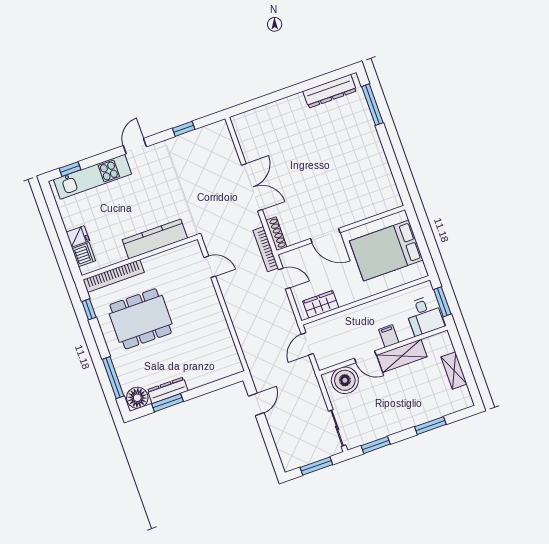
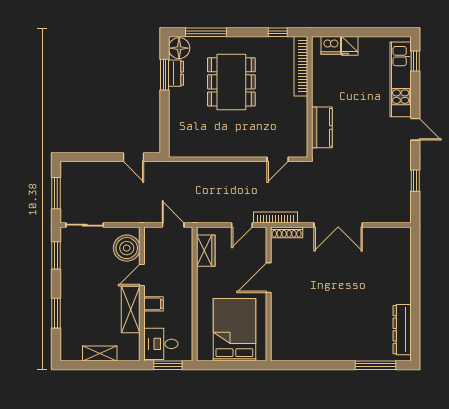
kitchen counter: (155, 239) -> (322, 127), width x0.67
dining table: (141, 319) -> (231, 82), moved
dresser: (168, 390) -> (176, 73), width x0.70

